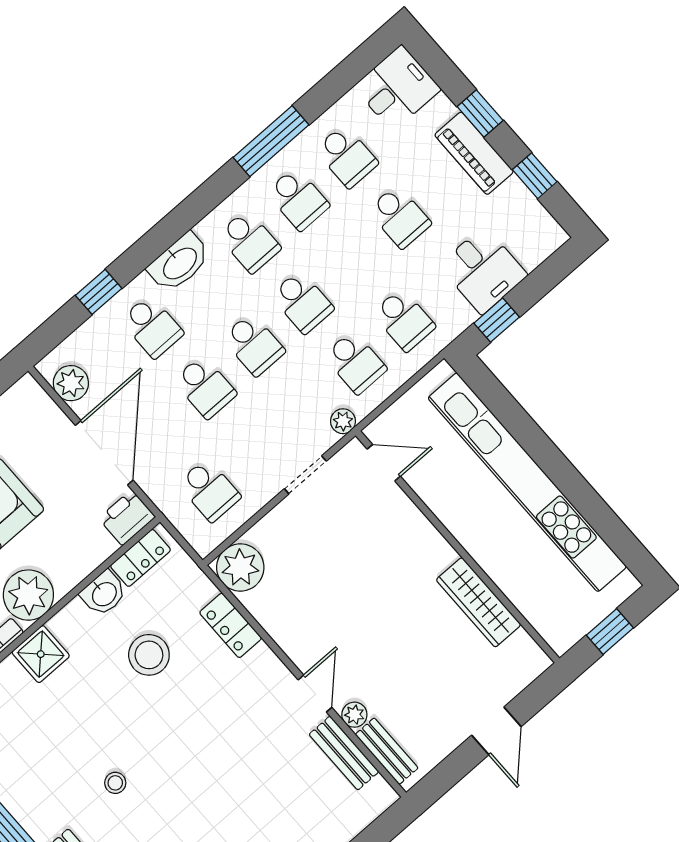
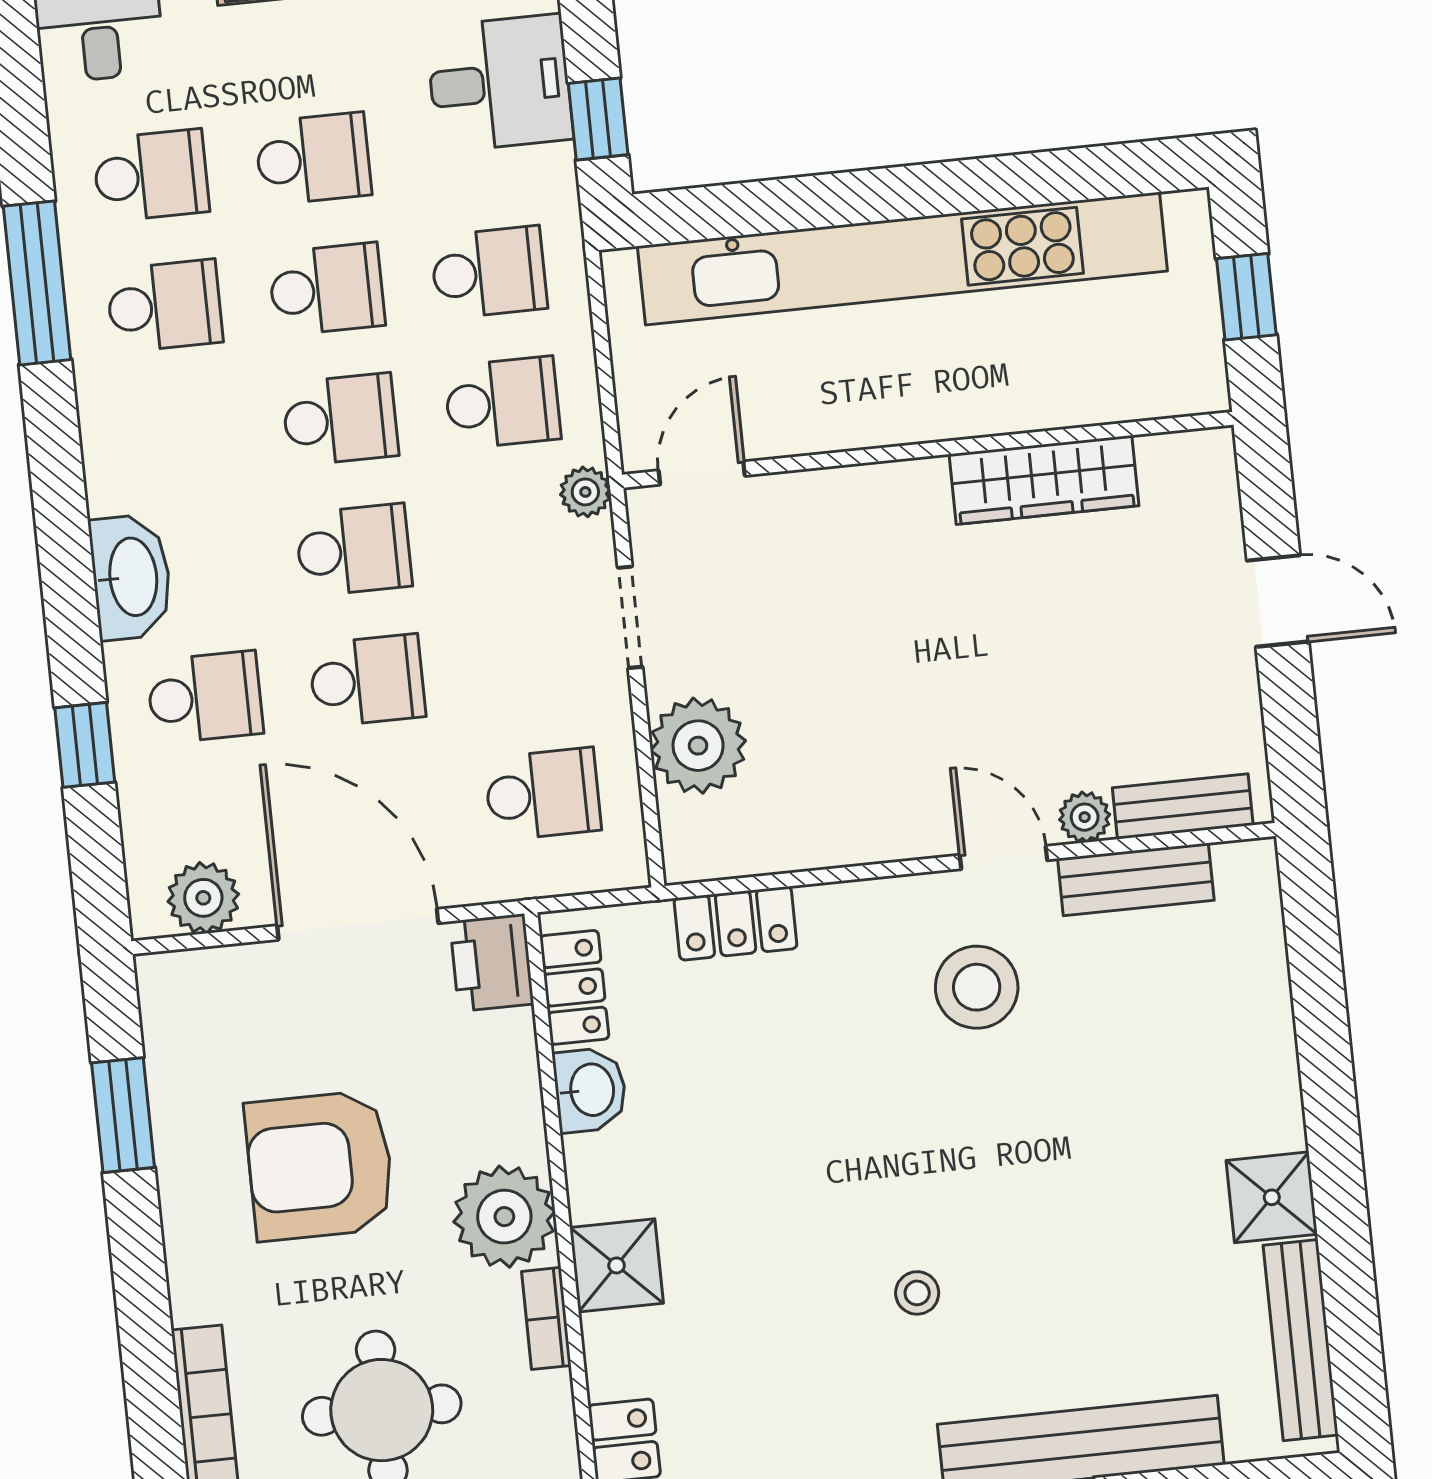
school desk: (249, 241) -> (327, 289), moved
plant: (240, 568) -> (698, 746), moved
locker: (231, 625) -> (736, 923), moved
stool: (149, 655) -> (977, 987), moved

